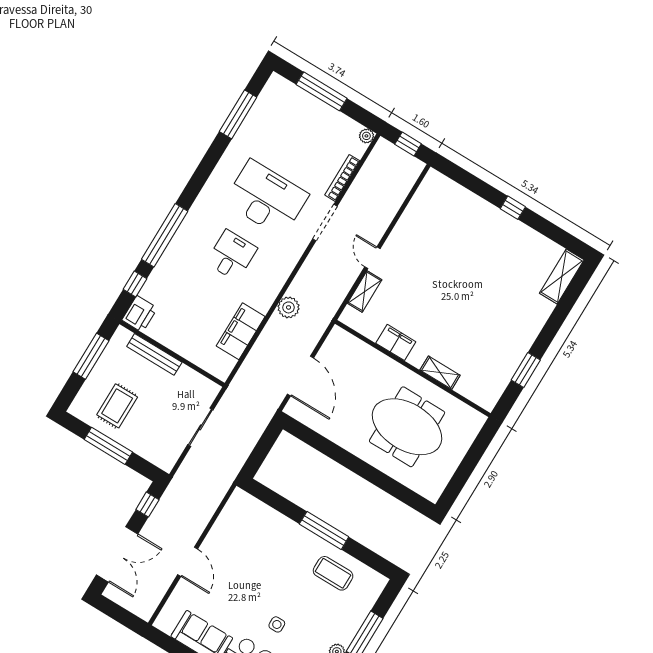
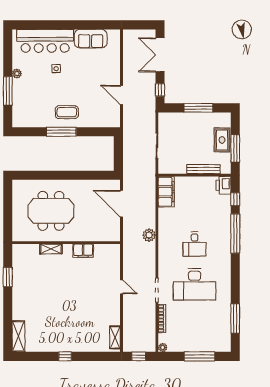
shelving: (365, 291) -> (115, 337), moved
filing cabinet: (241, 331) -> (166, 192), moved
rug: (117, 406) -> (222, 140), moved
door: (188, 562) -> (122, 95), moved
coffee table: (333, 573) -> (67, 112), moved

